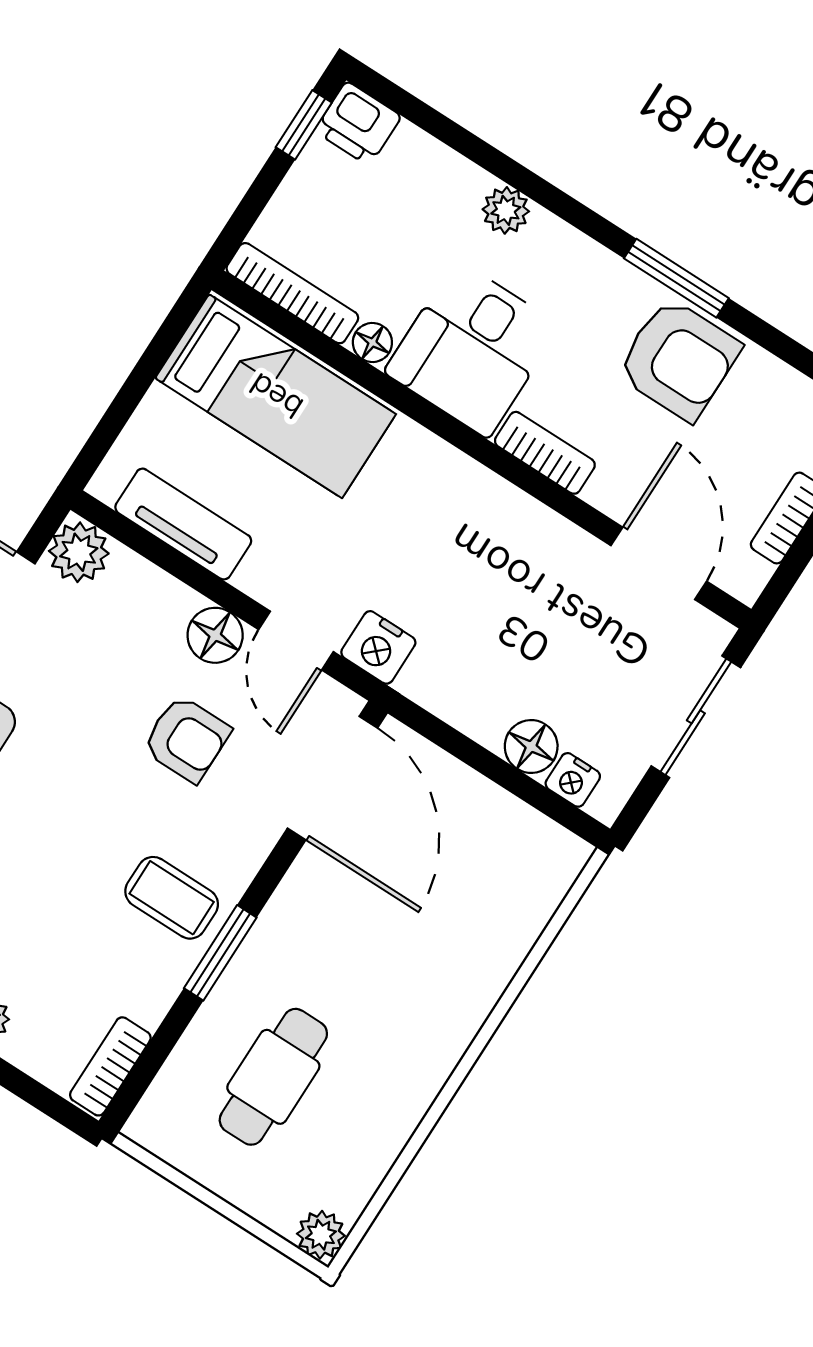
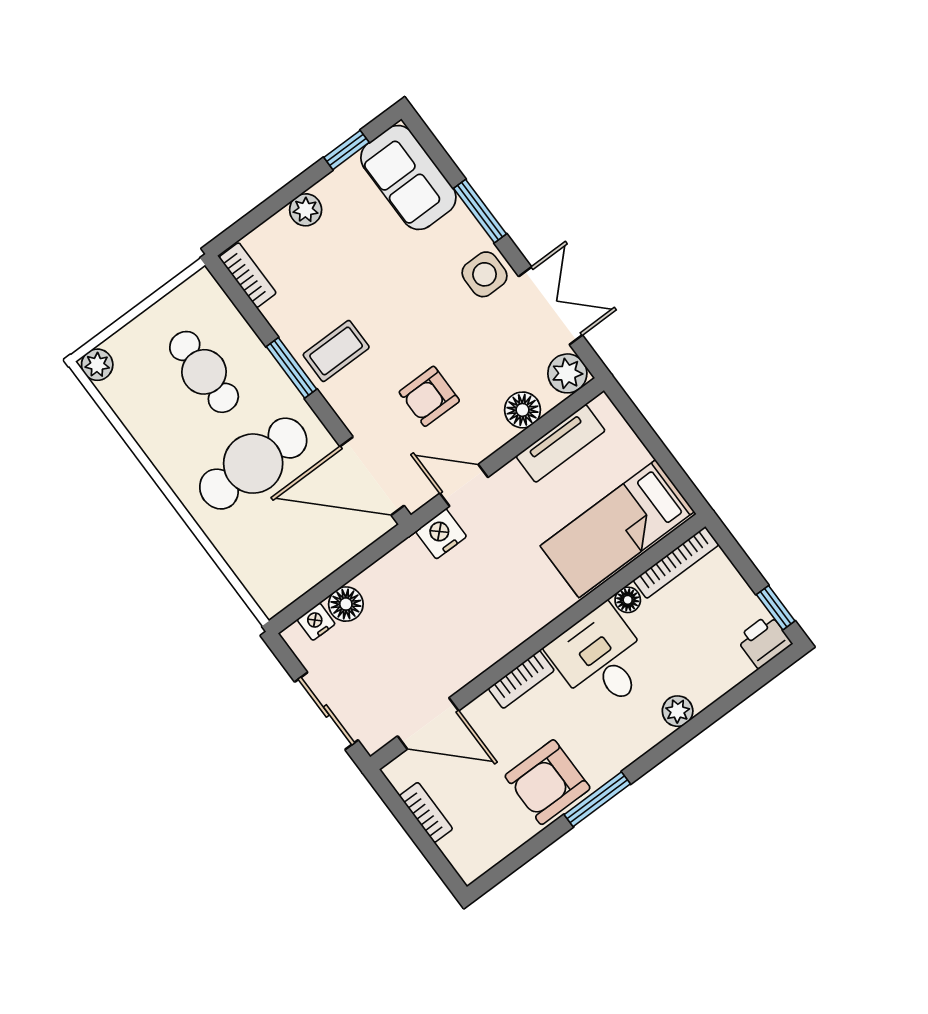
floor lamp: (215, 635) -> (523, 410), moved
cafe table: (379, 956) -> (253, 464), added

